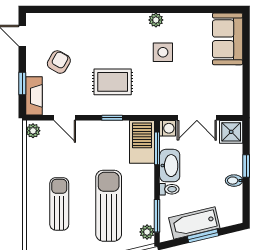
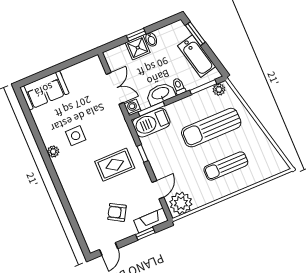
rug: (113, 82) -> (115, 165), turned 90
plant: (33, 131) -> (181, 203), width x1.87, depth x1.87
shower: (231, 132) -> (138, 48), moved
window: (203, 236) -> (195, 34), moved

